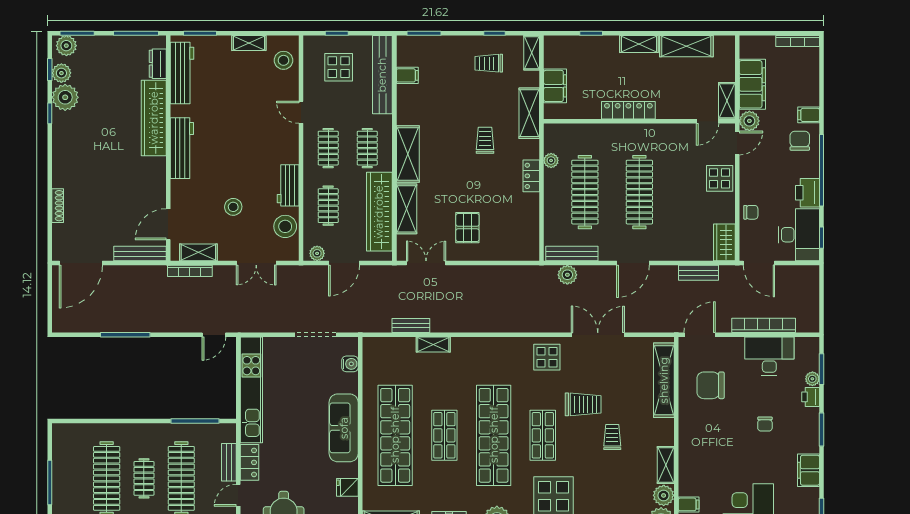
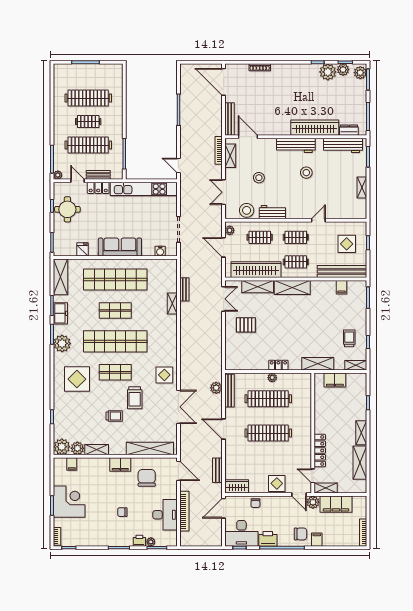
stool: (284, 60) -> (306, 173), moved
locker: (628, 110) -> (320, 450), moved
trolley: (485, 140) -> (301, 336), removed
plant: (551, 160) -> (272, 378), moved
filing cabinet: (808, 470) -> (120, 464), moved, turned 180

